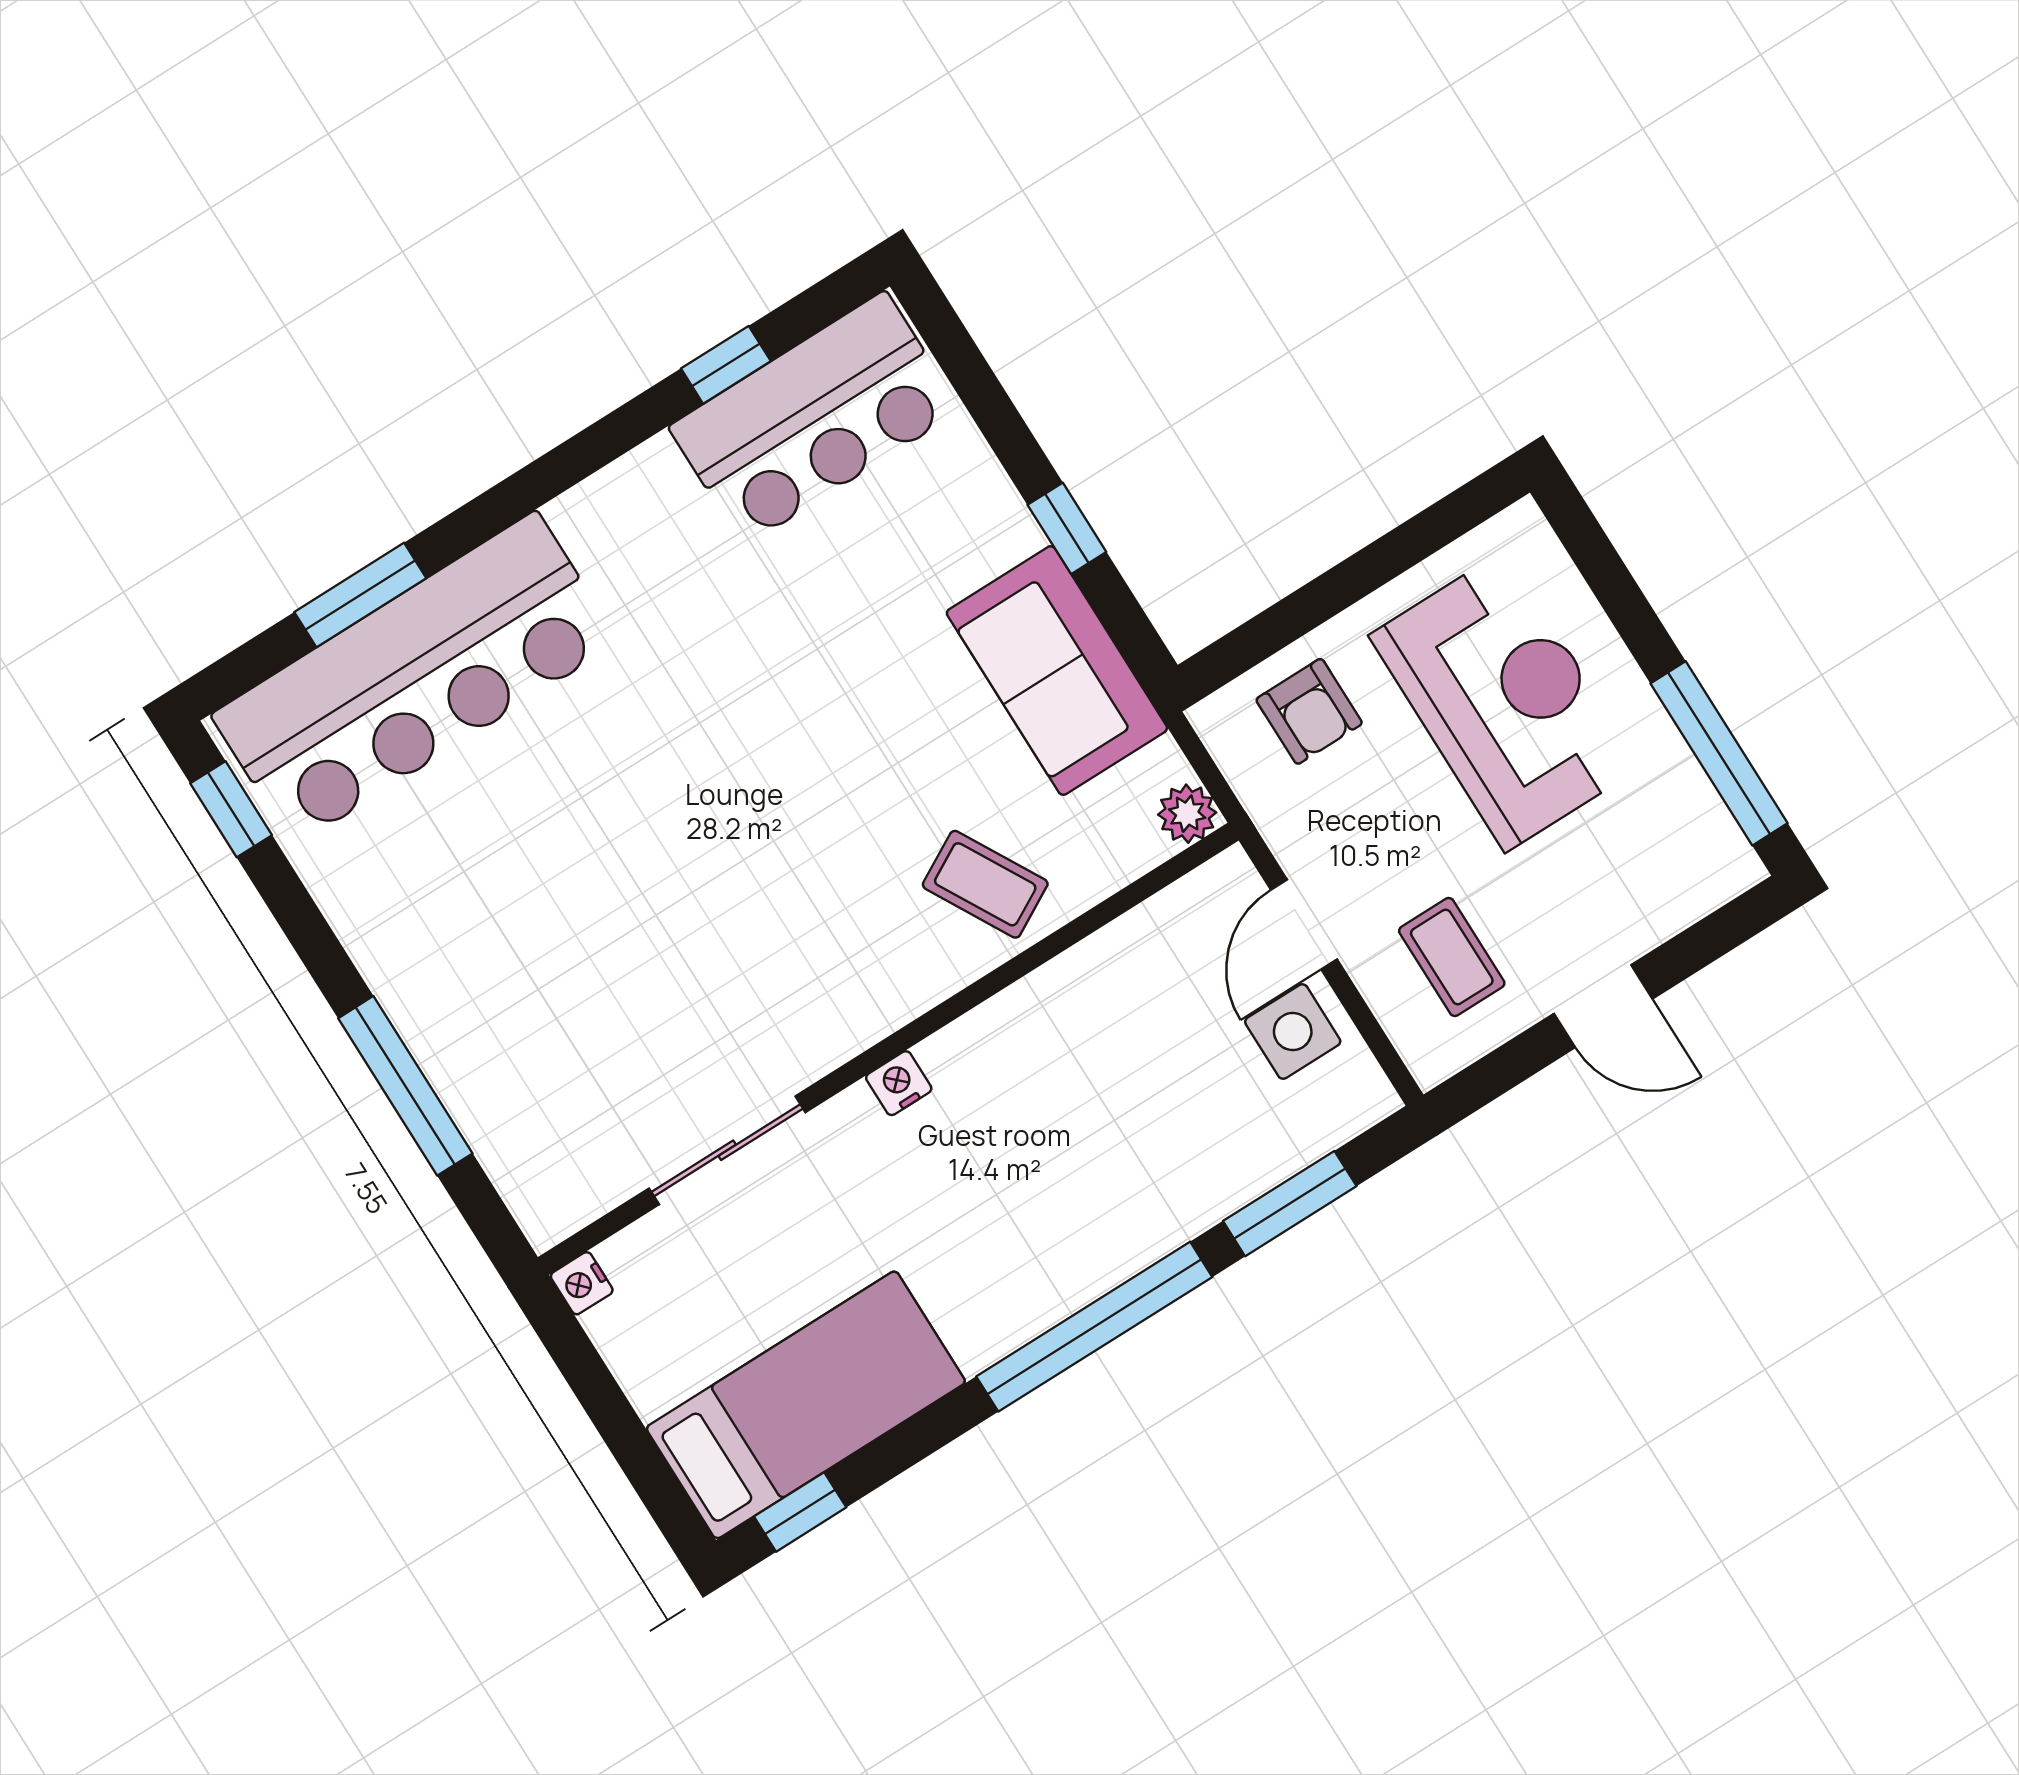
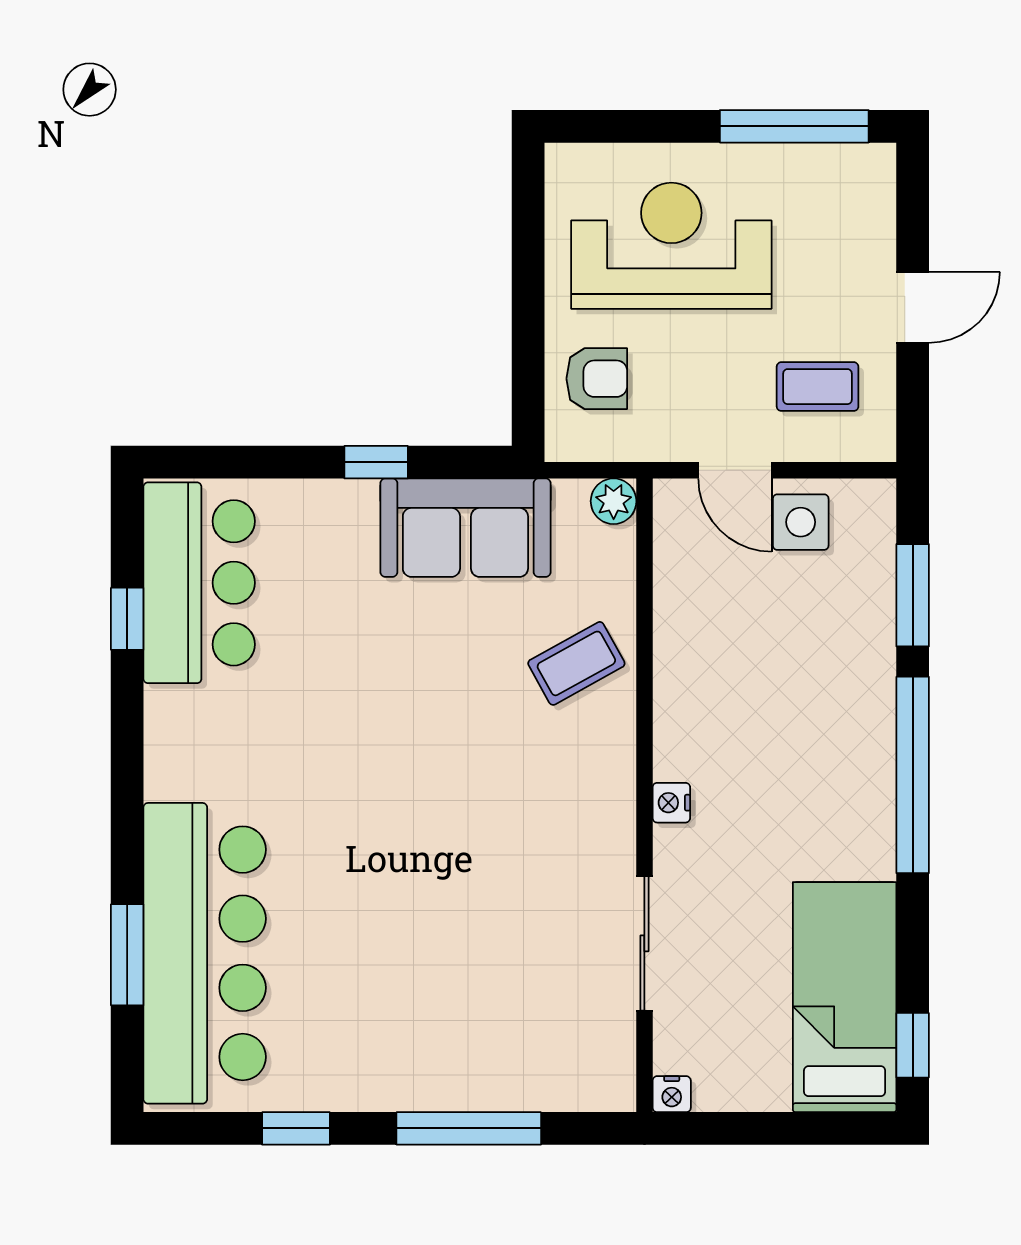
window: (231, 809) -> (296, 1128), moved

